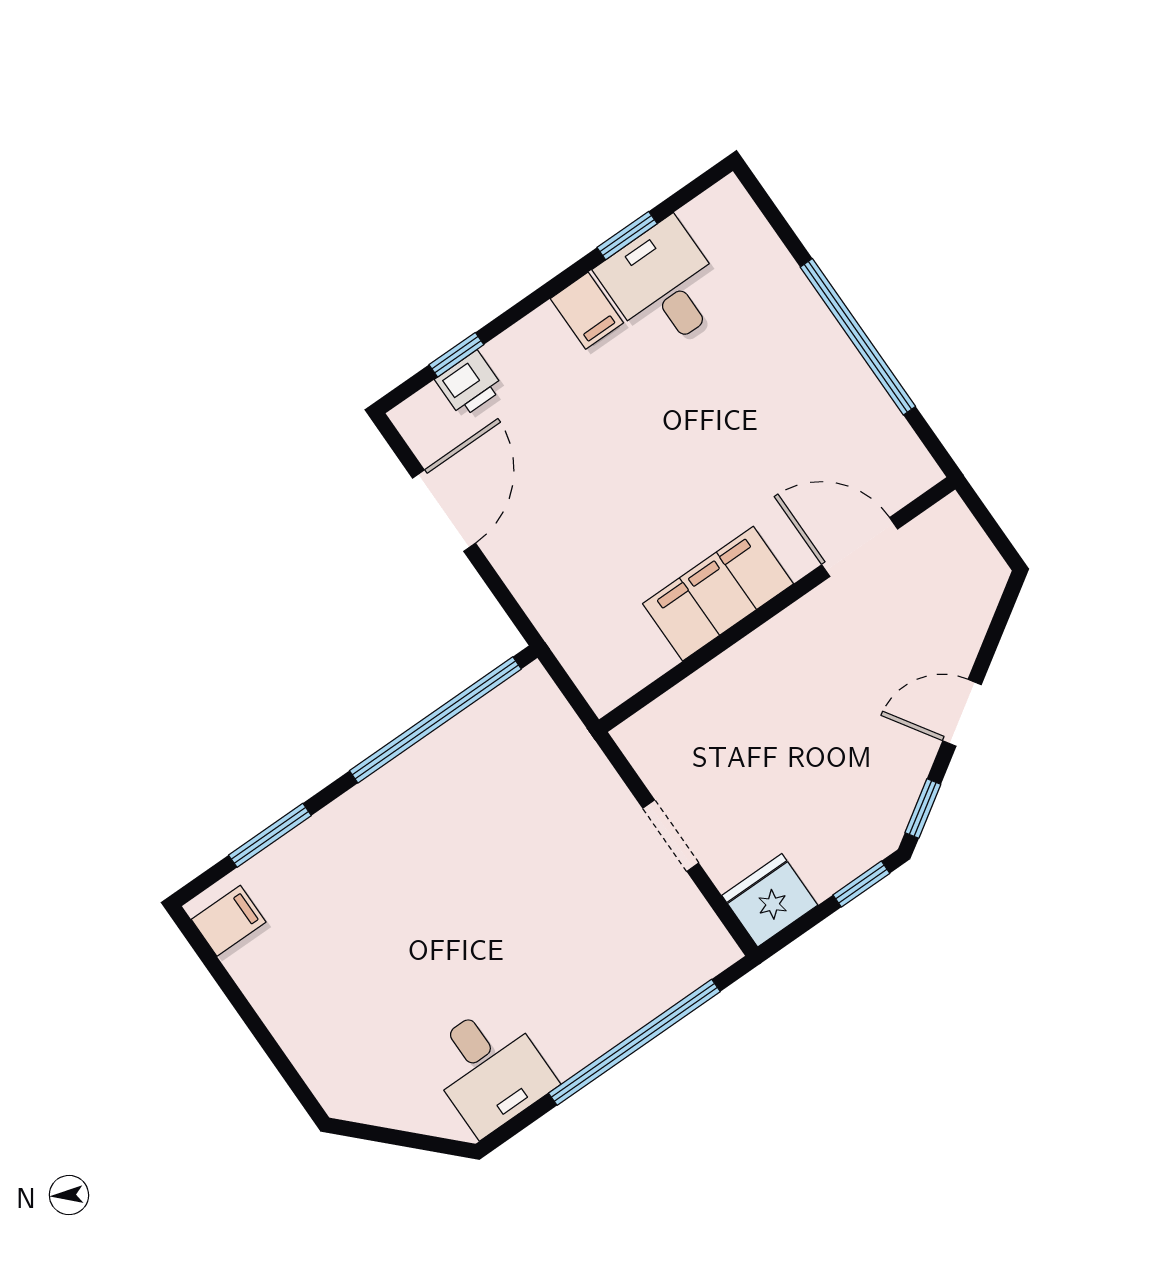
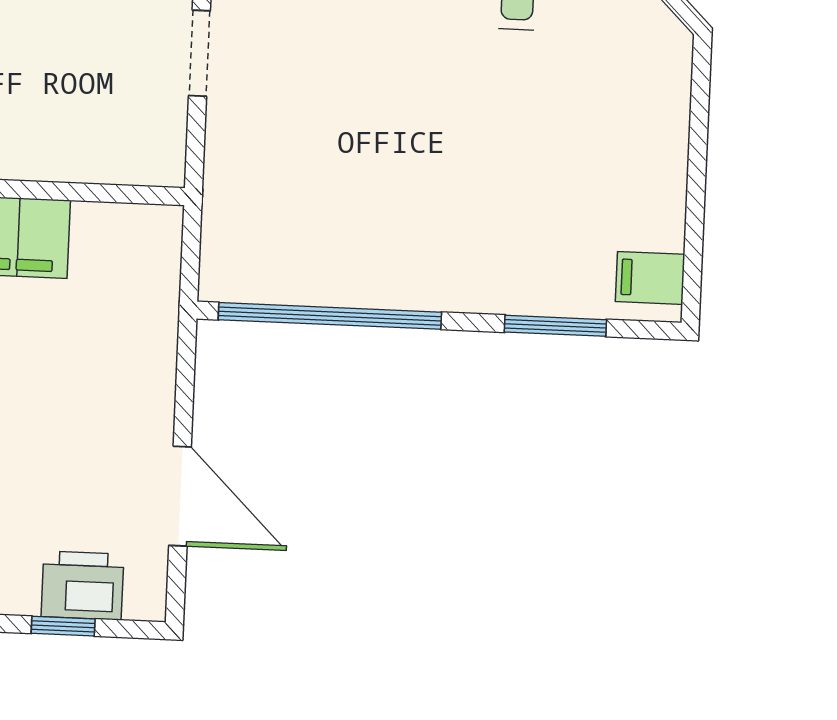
printer: (469, 384) -> (82, 585), width x1.36, depth x1.24
door: (444, 511) -> (180, 496), swing flipped

